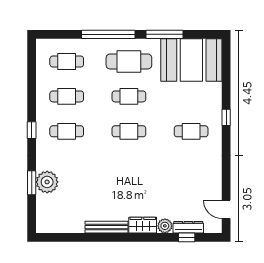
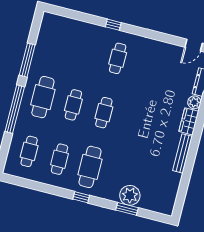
booth: (191, 60) -> (56, 42), removed
cafe table: (67, 131) -> (90, 167), width x1.37, depth x1.35

